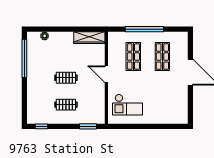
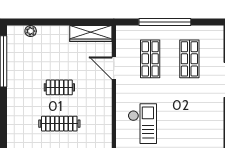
door: (106, 74) -> (114, 68), moved
clothes rail: (66, 105) -> (59, 124), width x1.36
checkout: (127, 105) -> (142, 124), turned -90

